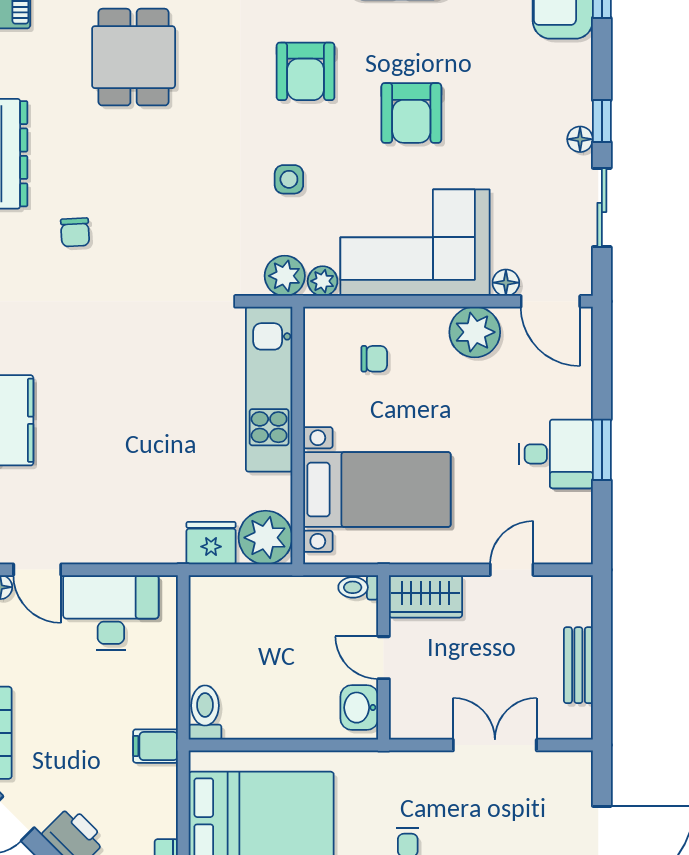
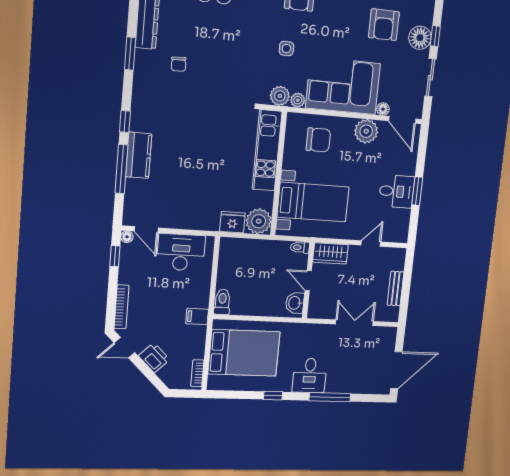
armchair: (411, 113) -> (384, 25), moved
floor lamp: (580, 139) -> (420, 38), width x1.89, depth x1.89
chair: (374, 359) -> (318, 140), width x1.87, depth x1.87

